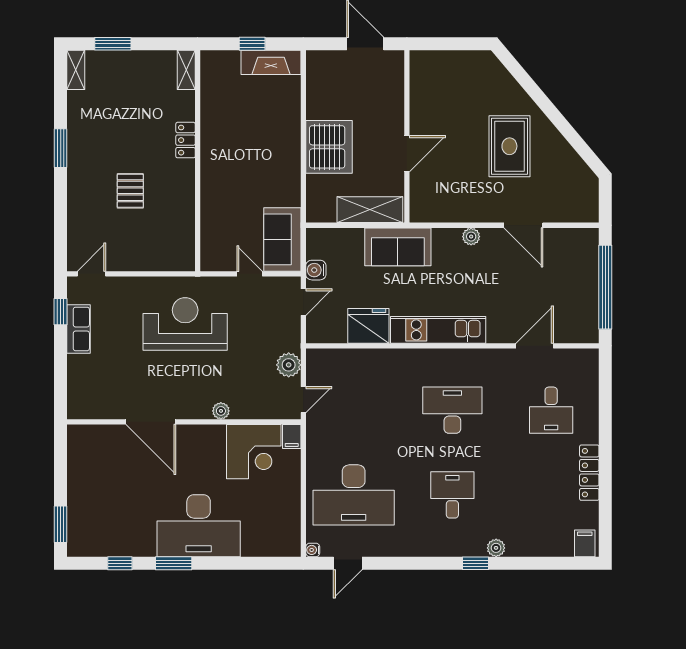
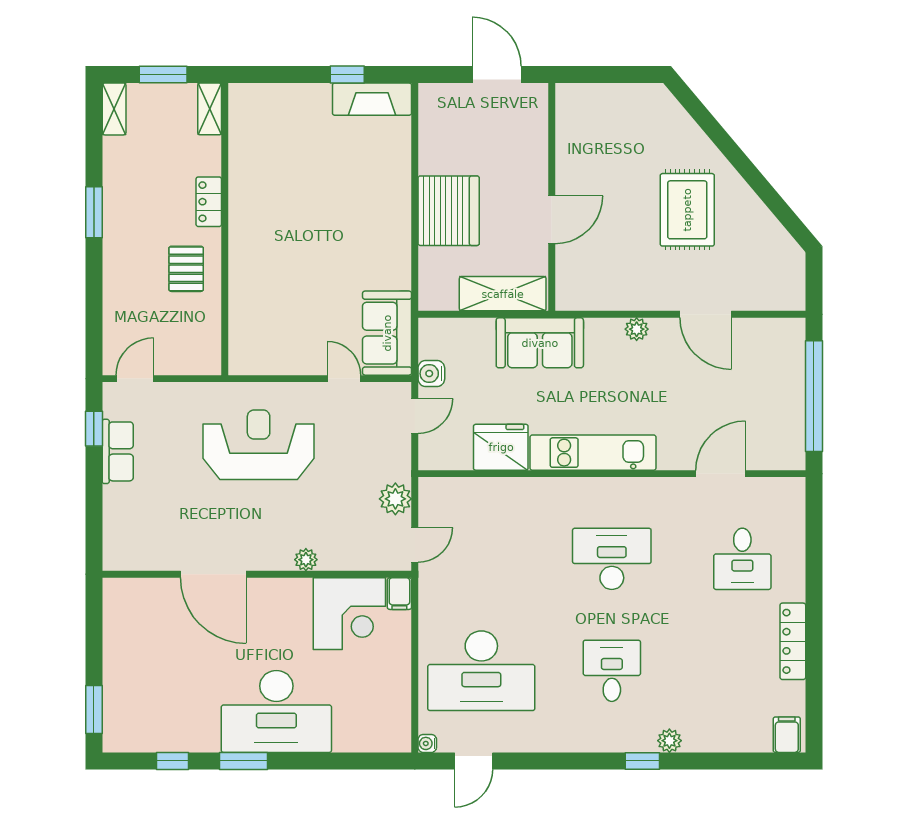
shelving: (186, 70) -> (210, 109), moved
locker: (186, 140) -> (209, 202), moved
wall: (198, 161) -> (225, 229), moved

